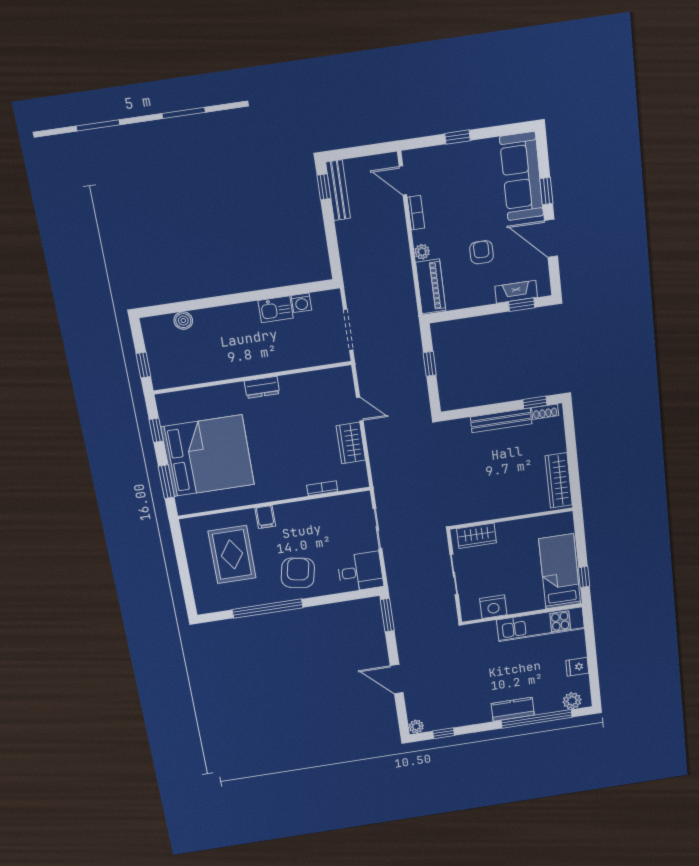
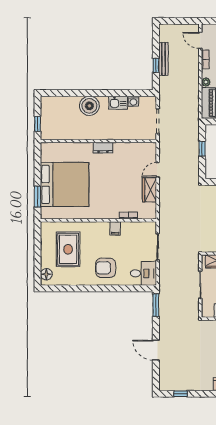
window: (324, 187) -> (156, 65), moved
bench: (338, 190) -> (164, 59), moved
boiler: (183, 321) -> (89, 106), moved, width x1.86, depth x1.86
door: (360, 409) -> (158, 170), swing flipped
window: (156, 430) -> (38, 164), removed
filing cabinet: (265, 517) -> (115, 228), moved
armchair: (298, 573) -> (106, 268), turned -101
floor lamp: (204, 597) -> (46, 274), added
window: (268, 609) -> (84, 288), removed
plant: (416, 727) -> (164, 386), removed

